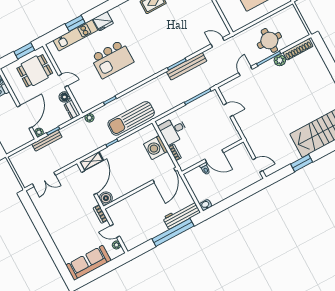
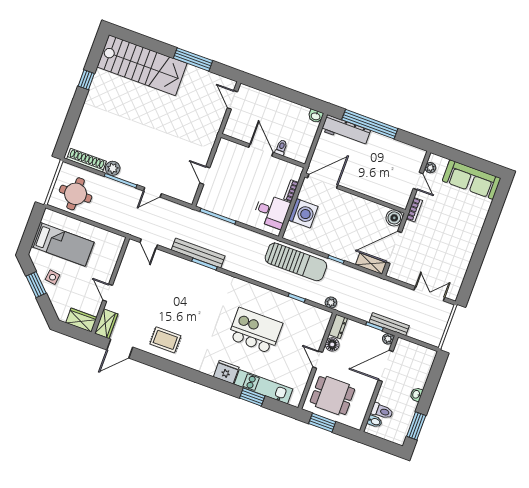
round table: (269, 40) -> (76, 194), moved
window: (302, 163) -> (193, 59), width x1.44

